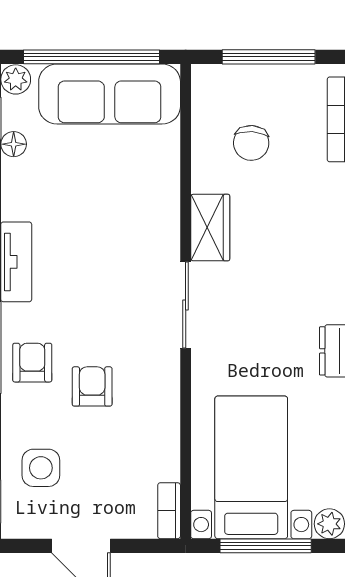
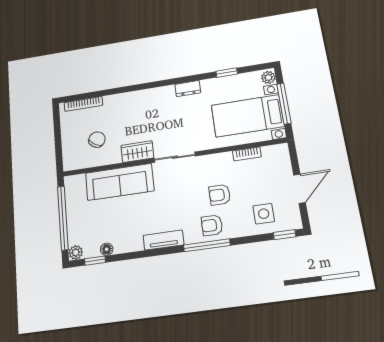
window: (269, 57) -> (58, 138), removed
sofa: (110, 94) -> (120, 182), moved, turned 90
chair: (251, 143) -> (97, 140), turned -62
bookcase: (169, 511) -> (247, 154), moved

